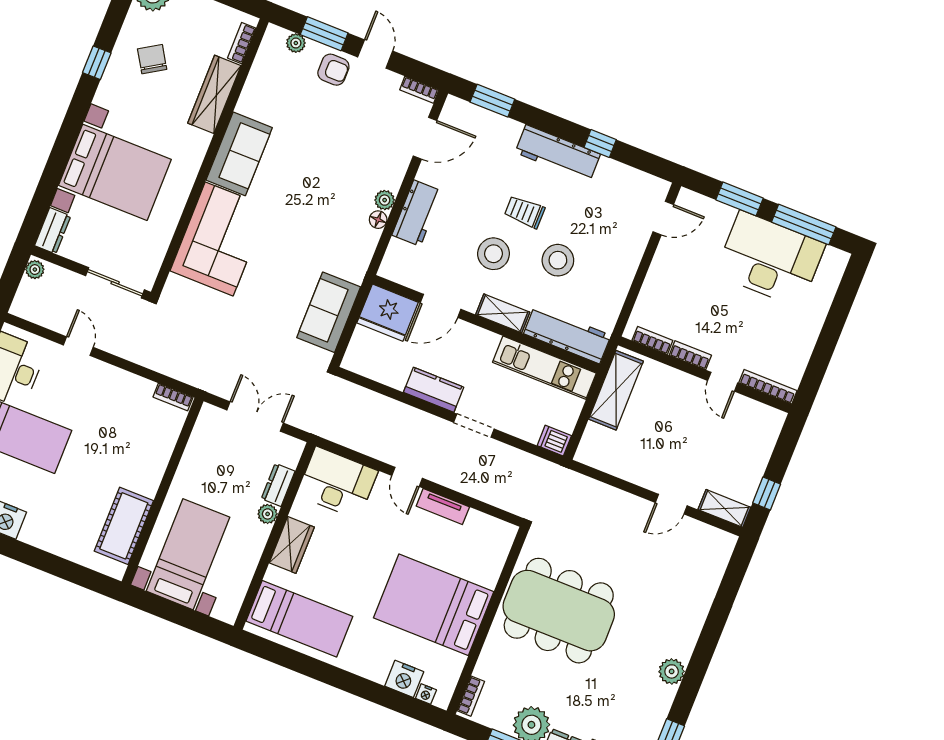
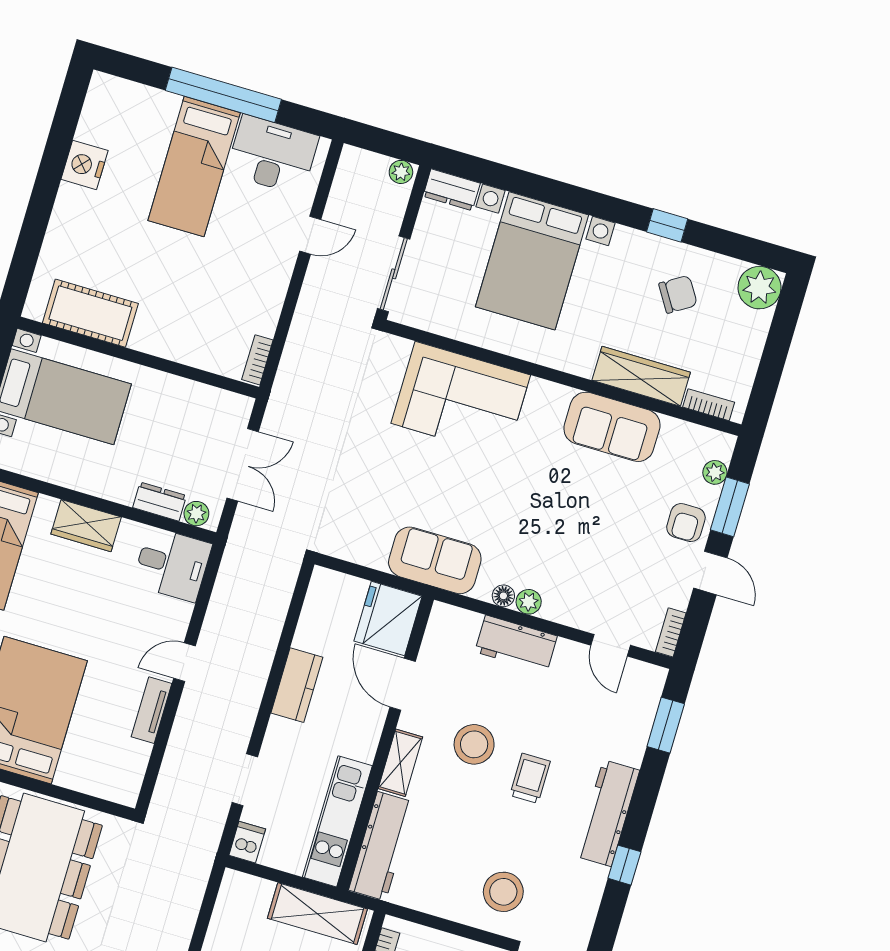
door: (375, 54) -> (710, 573), hinge flipped
door: (425, 138) -> (611, 645), width x0.73
sofa: (239, 154) -> (612, 427), moved
stool: (558, 260) -> (503, 892), moved
sofa: (329, 312) -> (435, 560), moved
doorway: (474, 426) -> (245, 780), moved
desk: (337, 483) -> (172, 564), width x0.73
plant: (268, 514) -> (196, 514), moved

